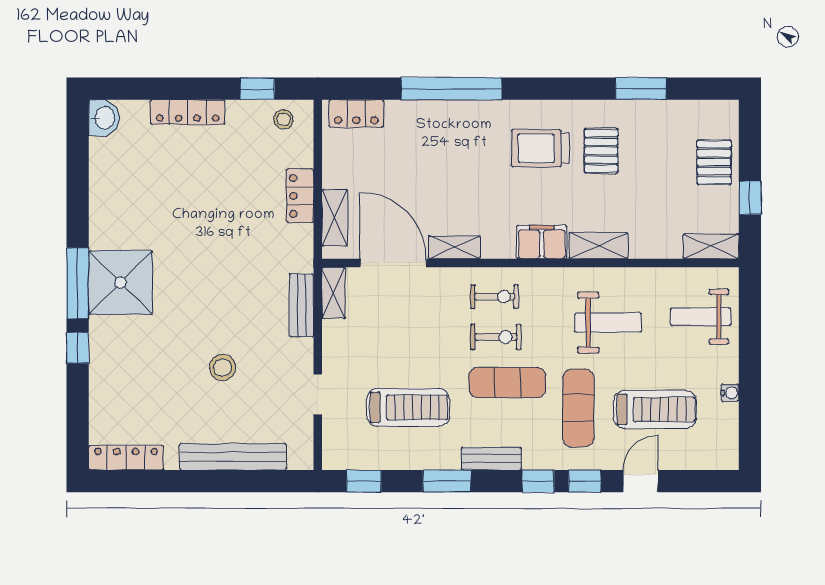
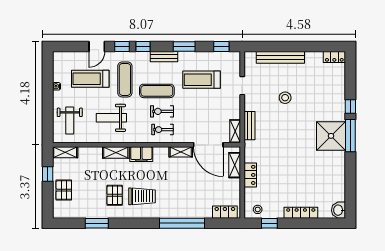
weight bench: (701, 317) -> (70, 121), turned 90
locker: (126, 458) -> (334, 57), width x0.66

